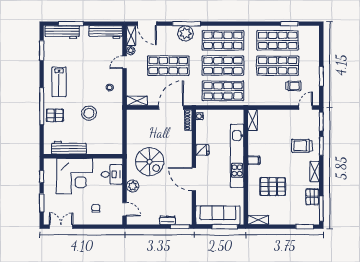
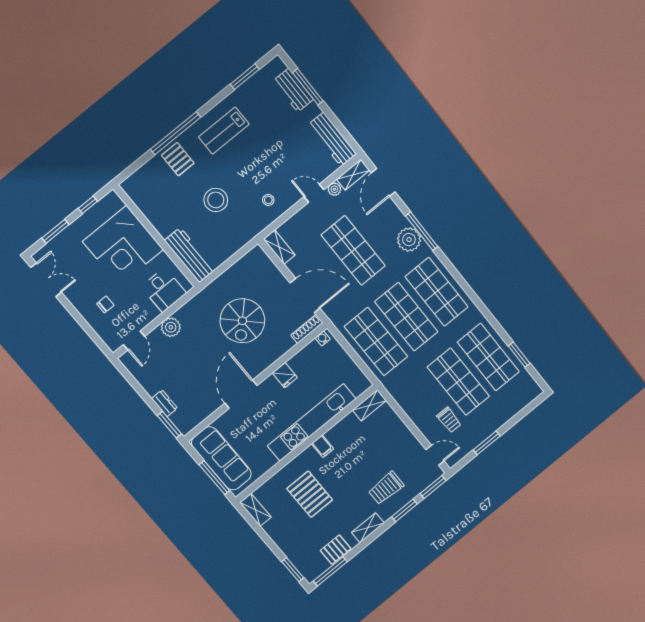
workbench: (62, 32) -> (293, 90), width x0.73
trolley: (302, 146) -> (386, 488), turned -90
workbench: (69, 148) -> (190, 255), moved
spiral stairs: (150, 162) -> (242, 321), moved

